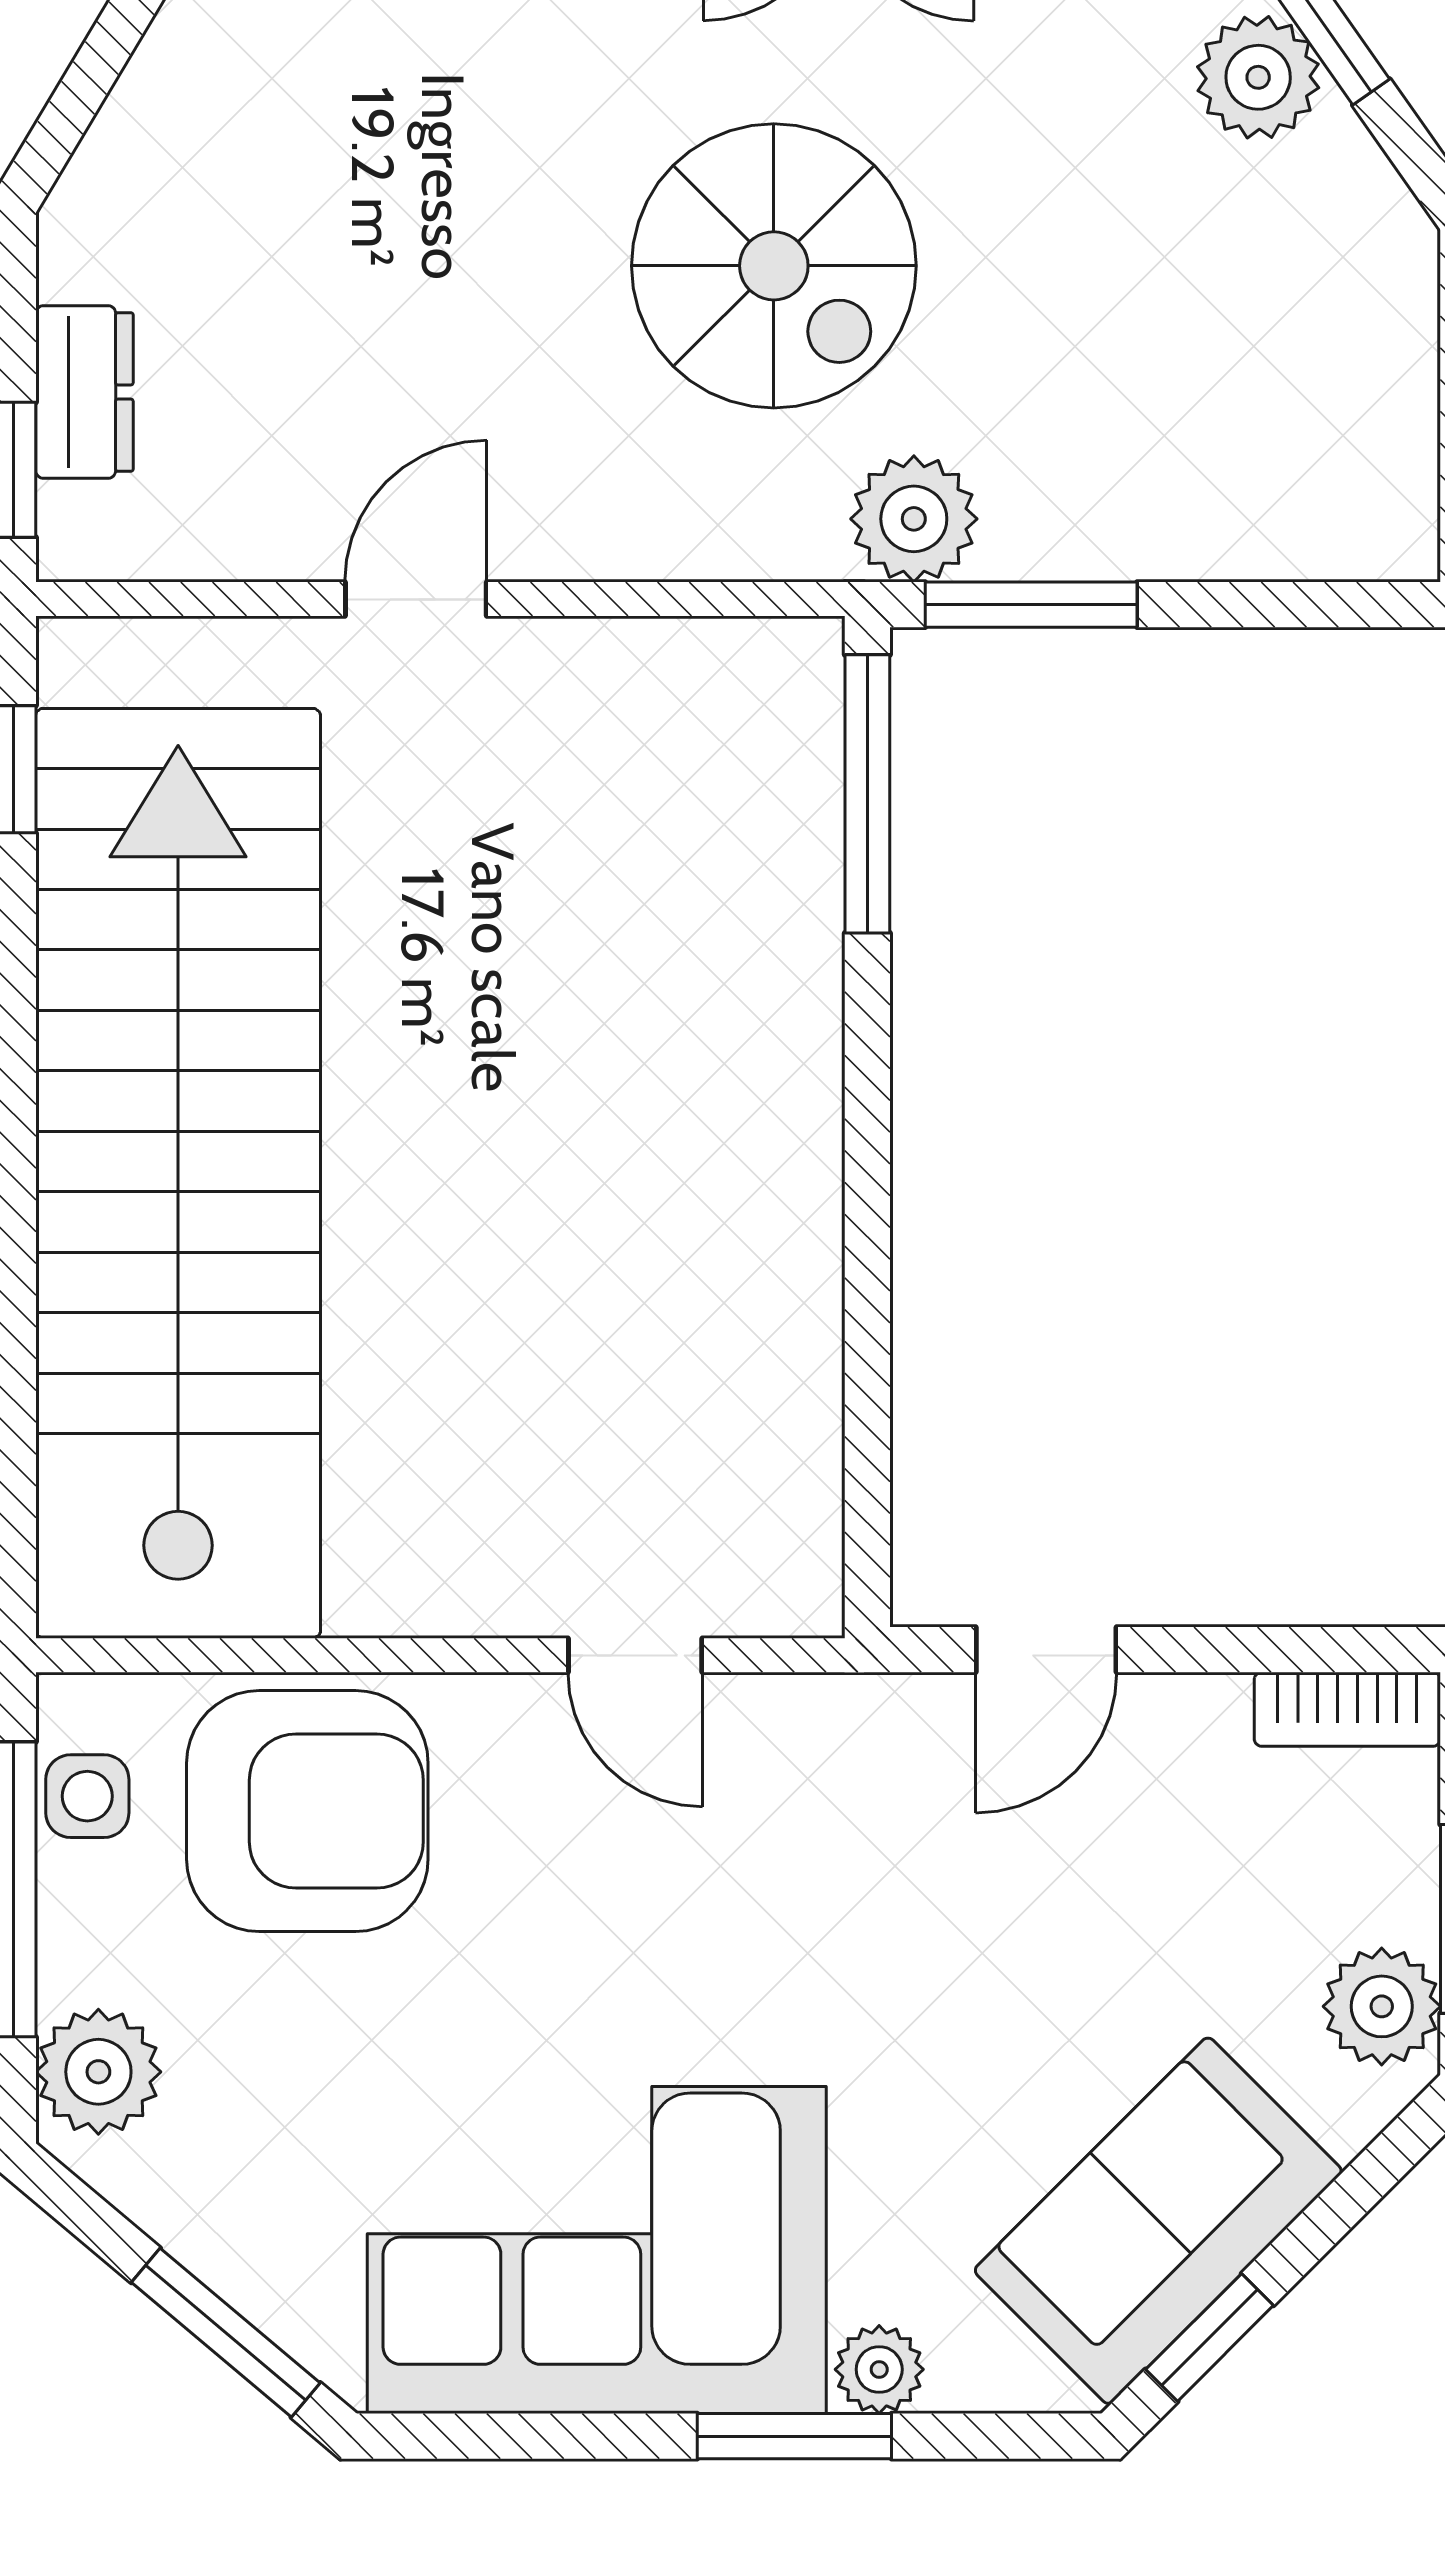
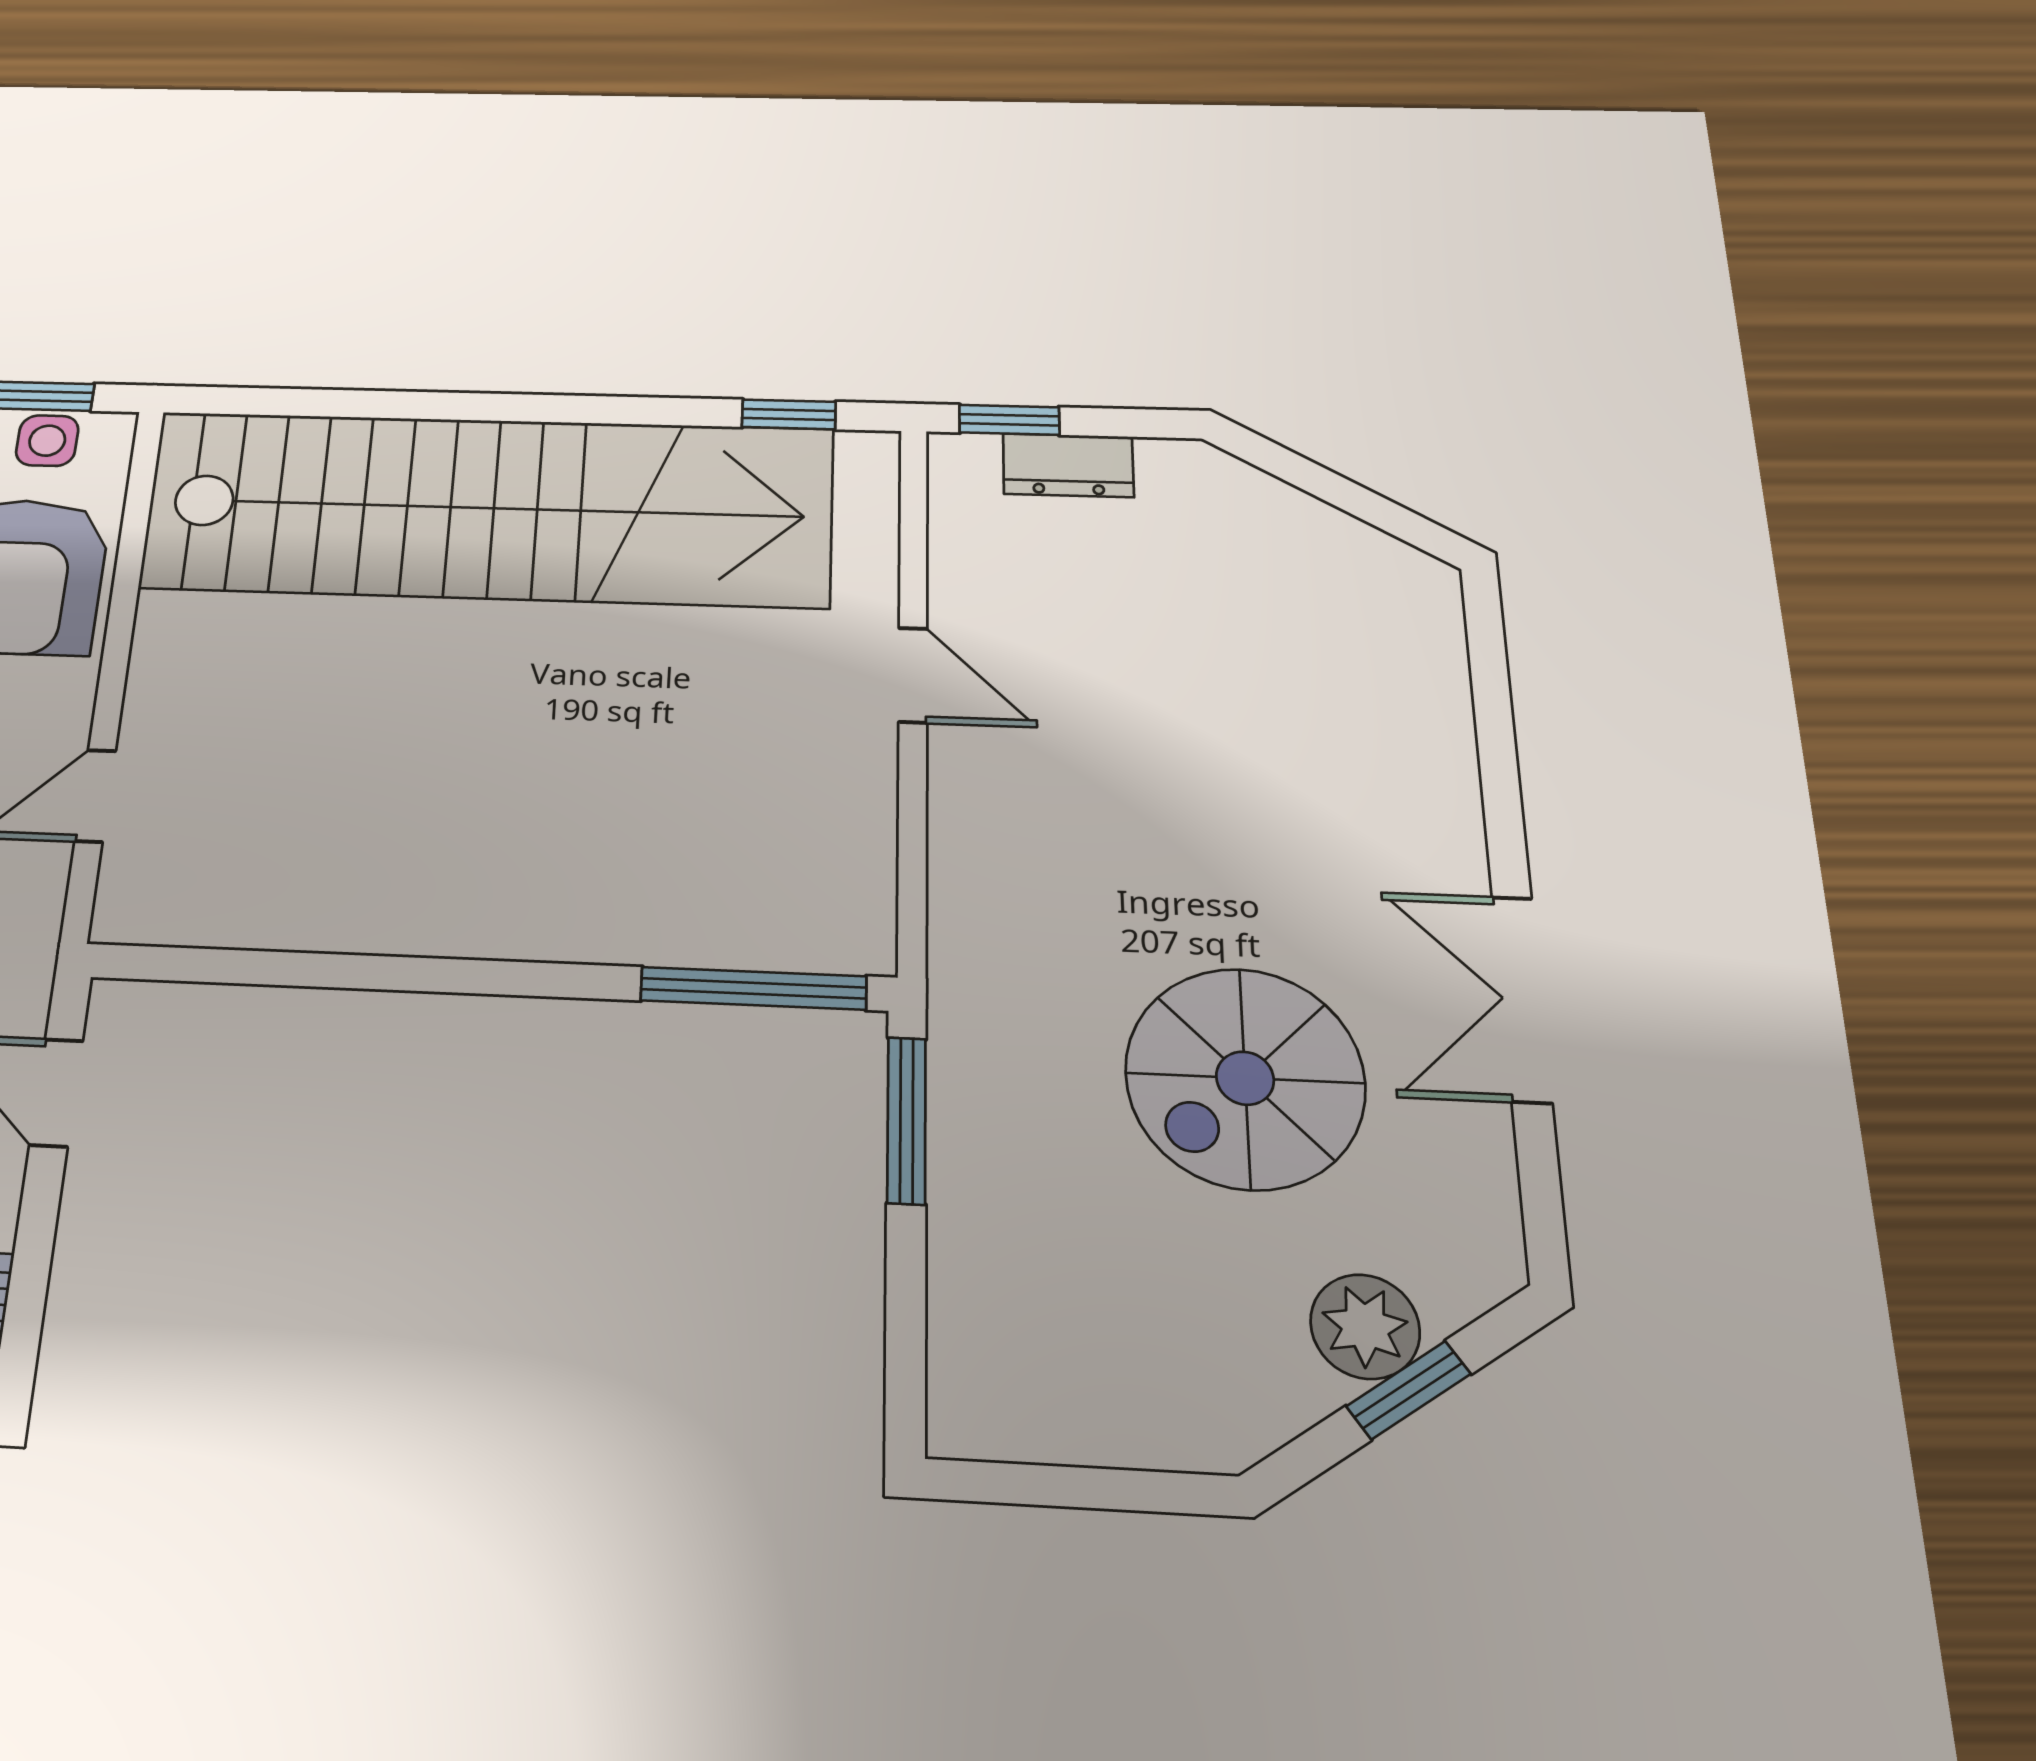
spiral stairs: (774, 266) -> (1245, 1078), moved
plant: (914, 519) -> (978, 1033), removed

